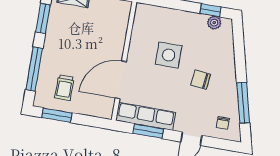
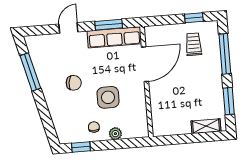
plant: (214, 23) -> (115, 134), moved
window: (57, 115) -> (194, 18), width x0.67
chair: (223, 123) -> (94, 127), moved

